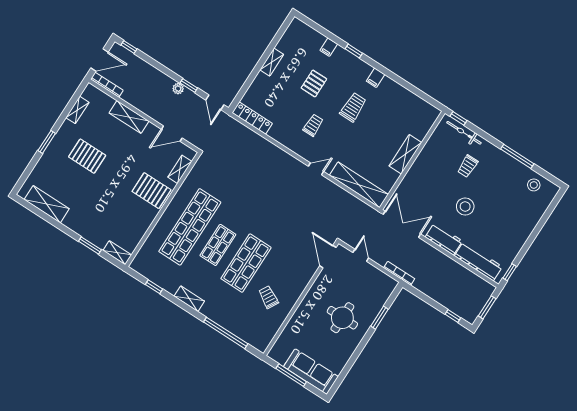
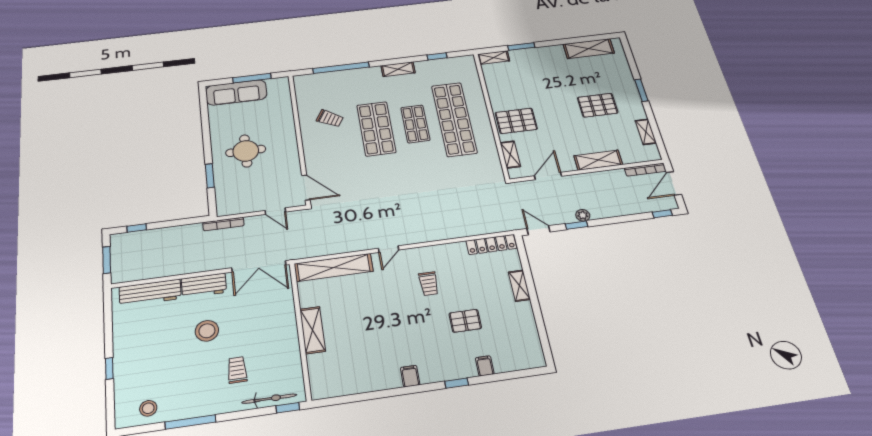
shelving: (272, 62) -> (519, 286), moved
pallet: (314, 83) -> (465, 321), turned 90
trolley: (353, 107) -> (406, 331), removed
window: (510, 272) -> (109, 368), moved

